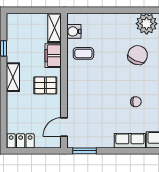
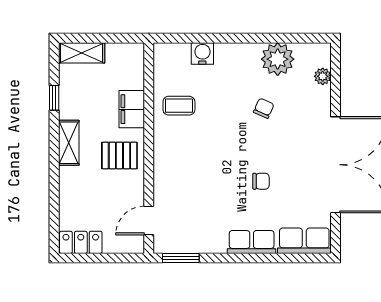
shelving: (55, 28) -> (82, 53), moved, turned 90
water cooler: (74, 31) -> (202, 54), moved, turned 90
chair: (138, 55) -> (264, 108), width x0.54, depth x0.54

